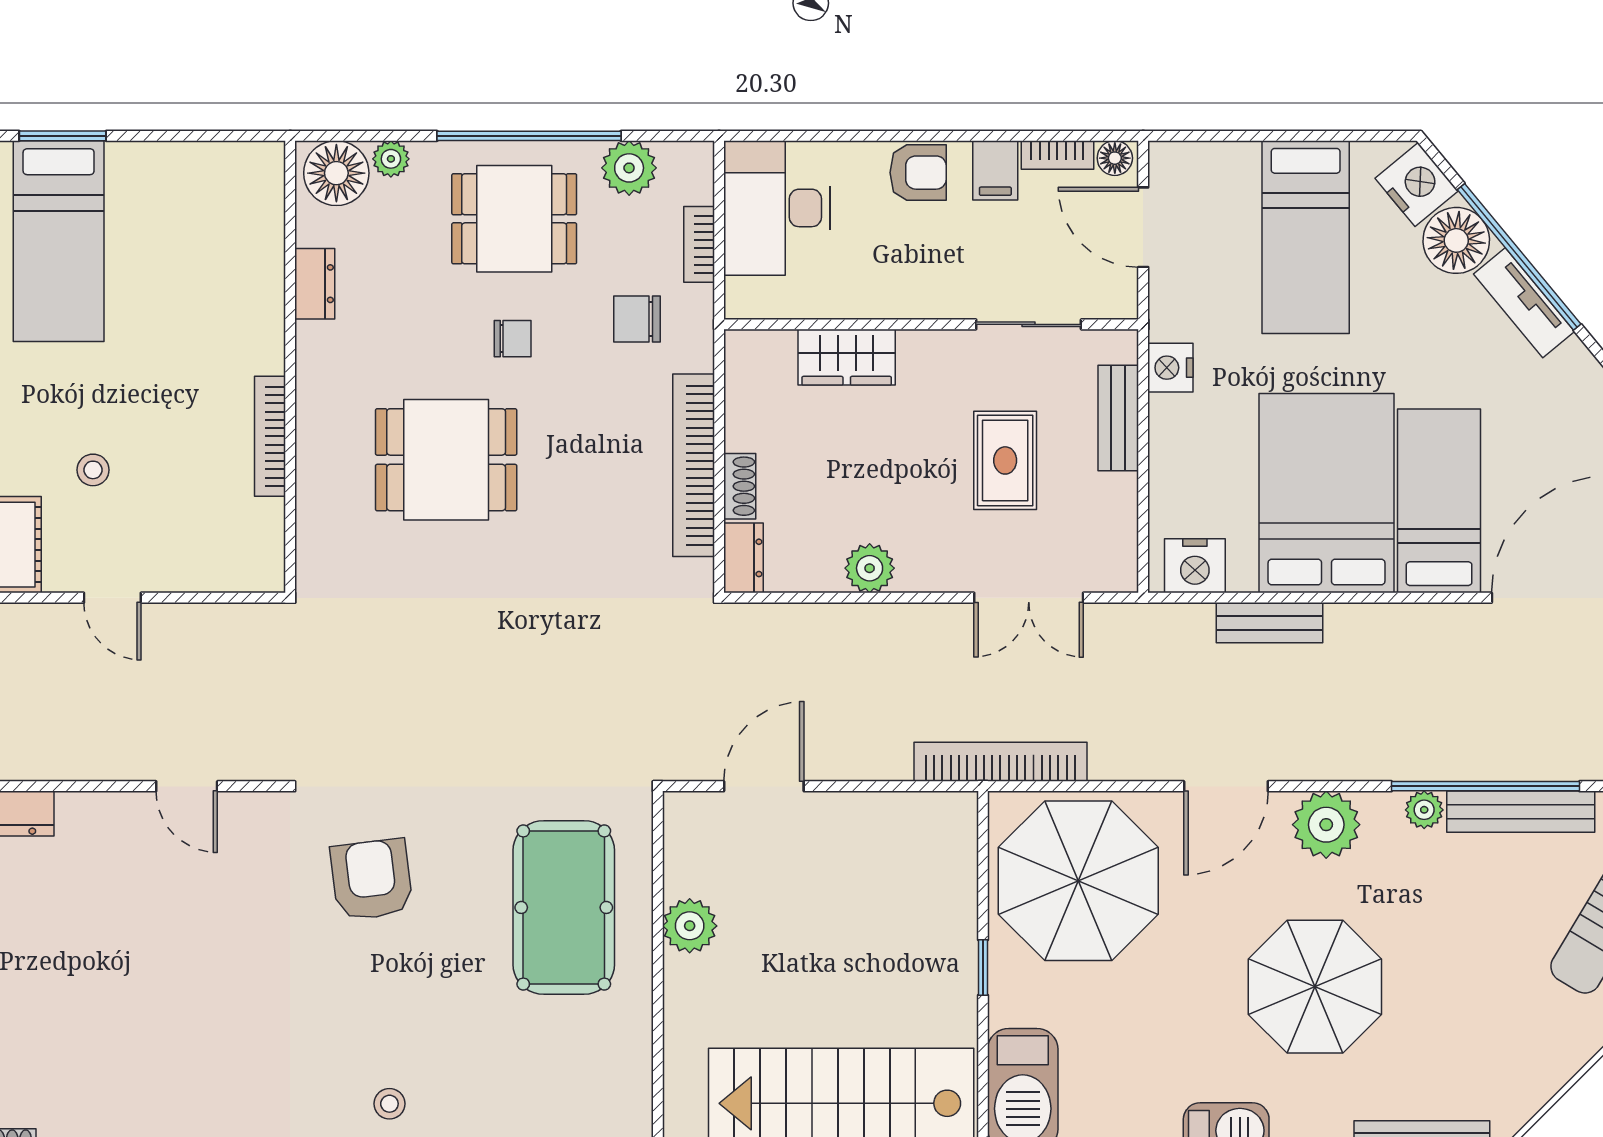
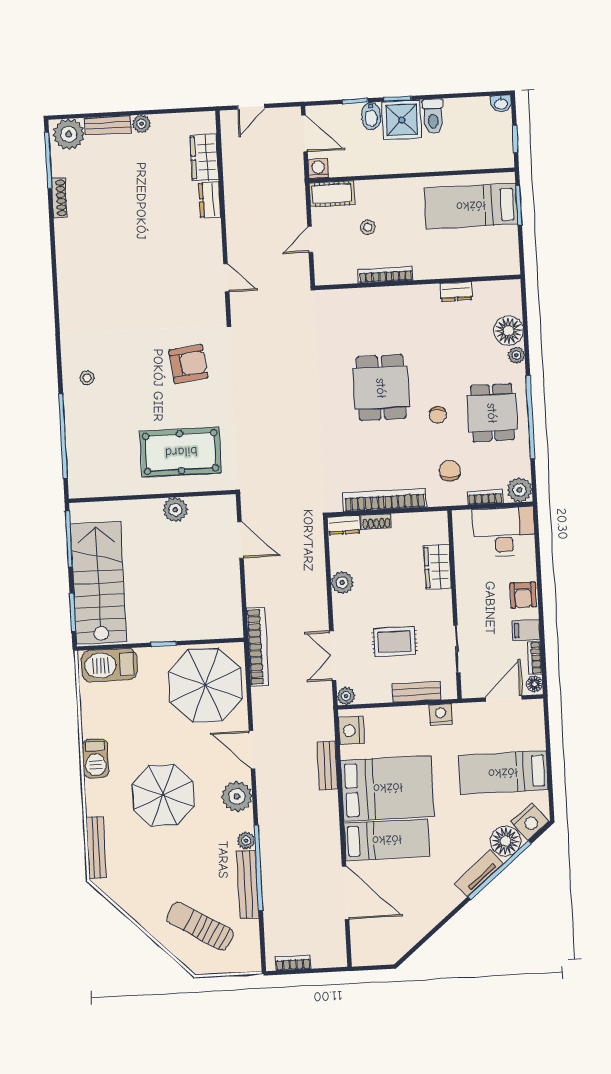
plant: (629, 168) -> (520, 490), moved
dresser: (315, 284) -> (456, 291), moved
wall: (290, 367) -> (418, 282), moved
bookcase: (270, 436) -> (386, 275), moved
plant: (1119, 573) -> (346, 696), added
door: (187, 786) -> (226, 278), swing flipped

